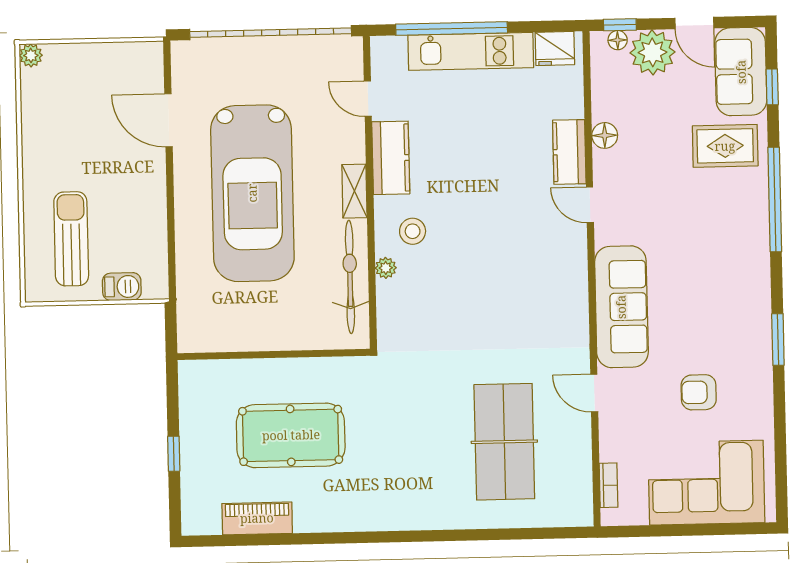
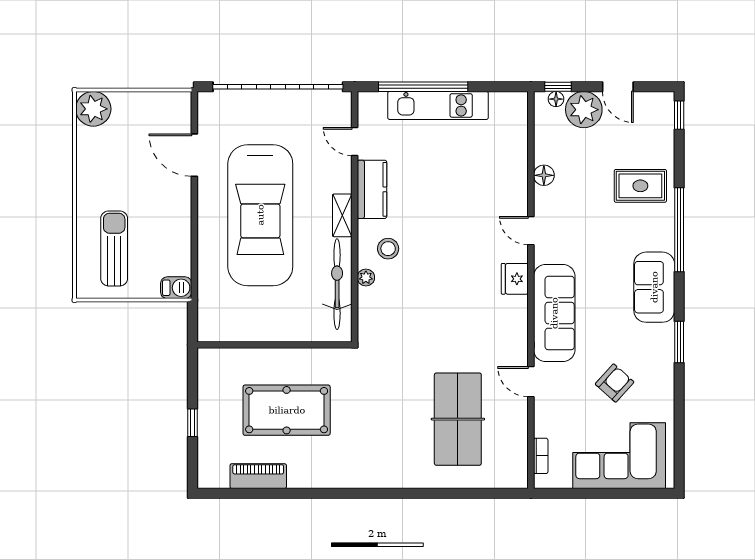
fridge: (555, 49) -> (515, 279), moved, turned 90
plant: (31, 55) -> (93, 109), width x1.88, depth x1.88
sofa: (741, 72) -> (654, 287), moved
window: (772, 87) -> (679, 115), moved
kitchen counter: (569, 152) -> (515, 188), removed
barbecue: (122, 287) -> (176, 288), moved
armchair: (699, 392) -> (615, 383), turned 132

